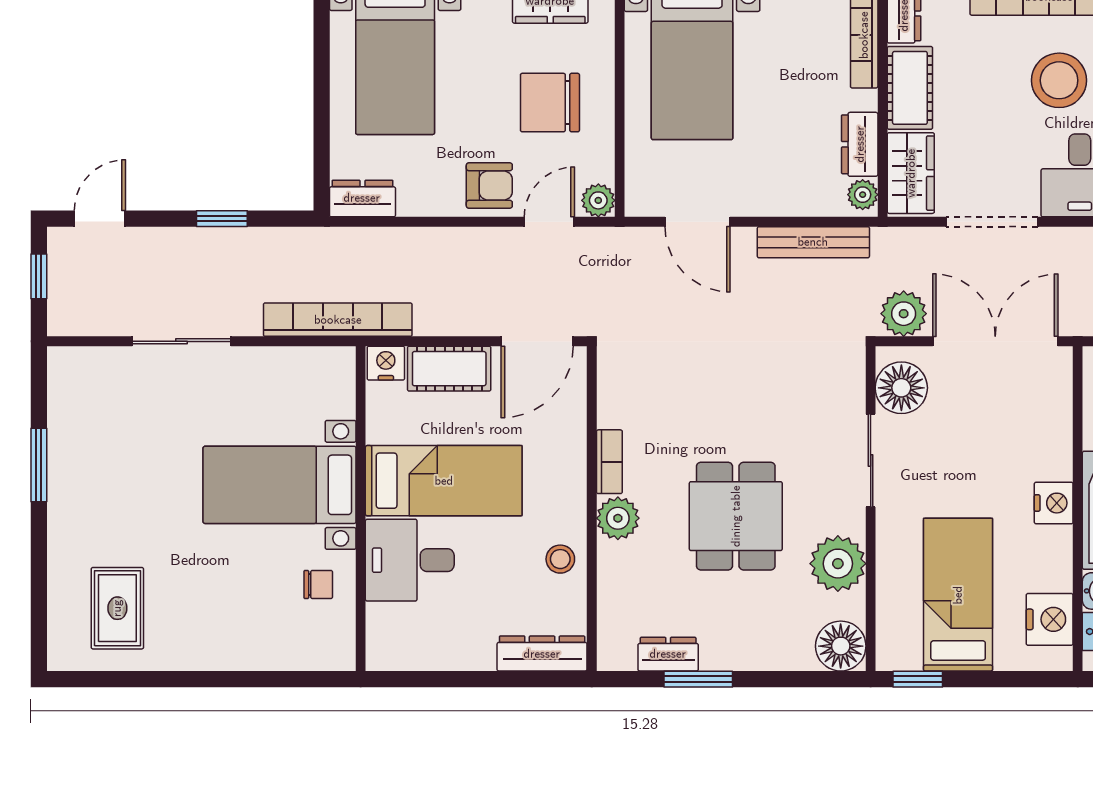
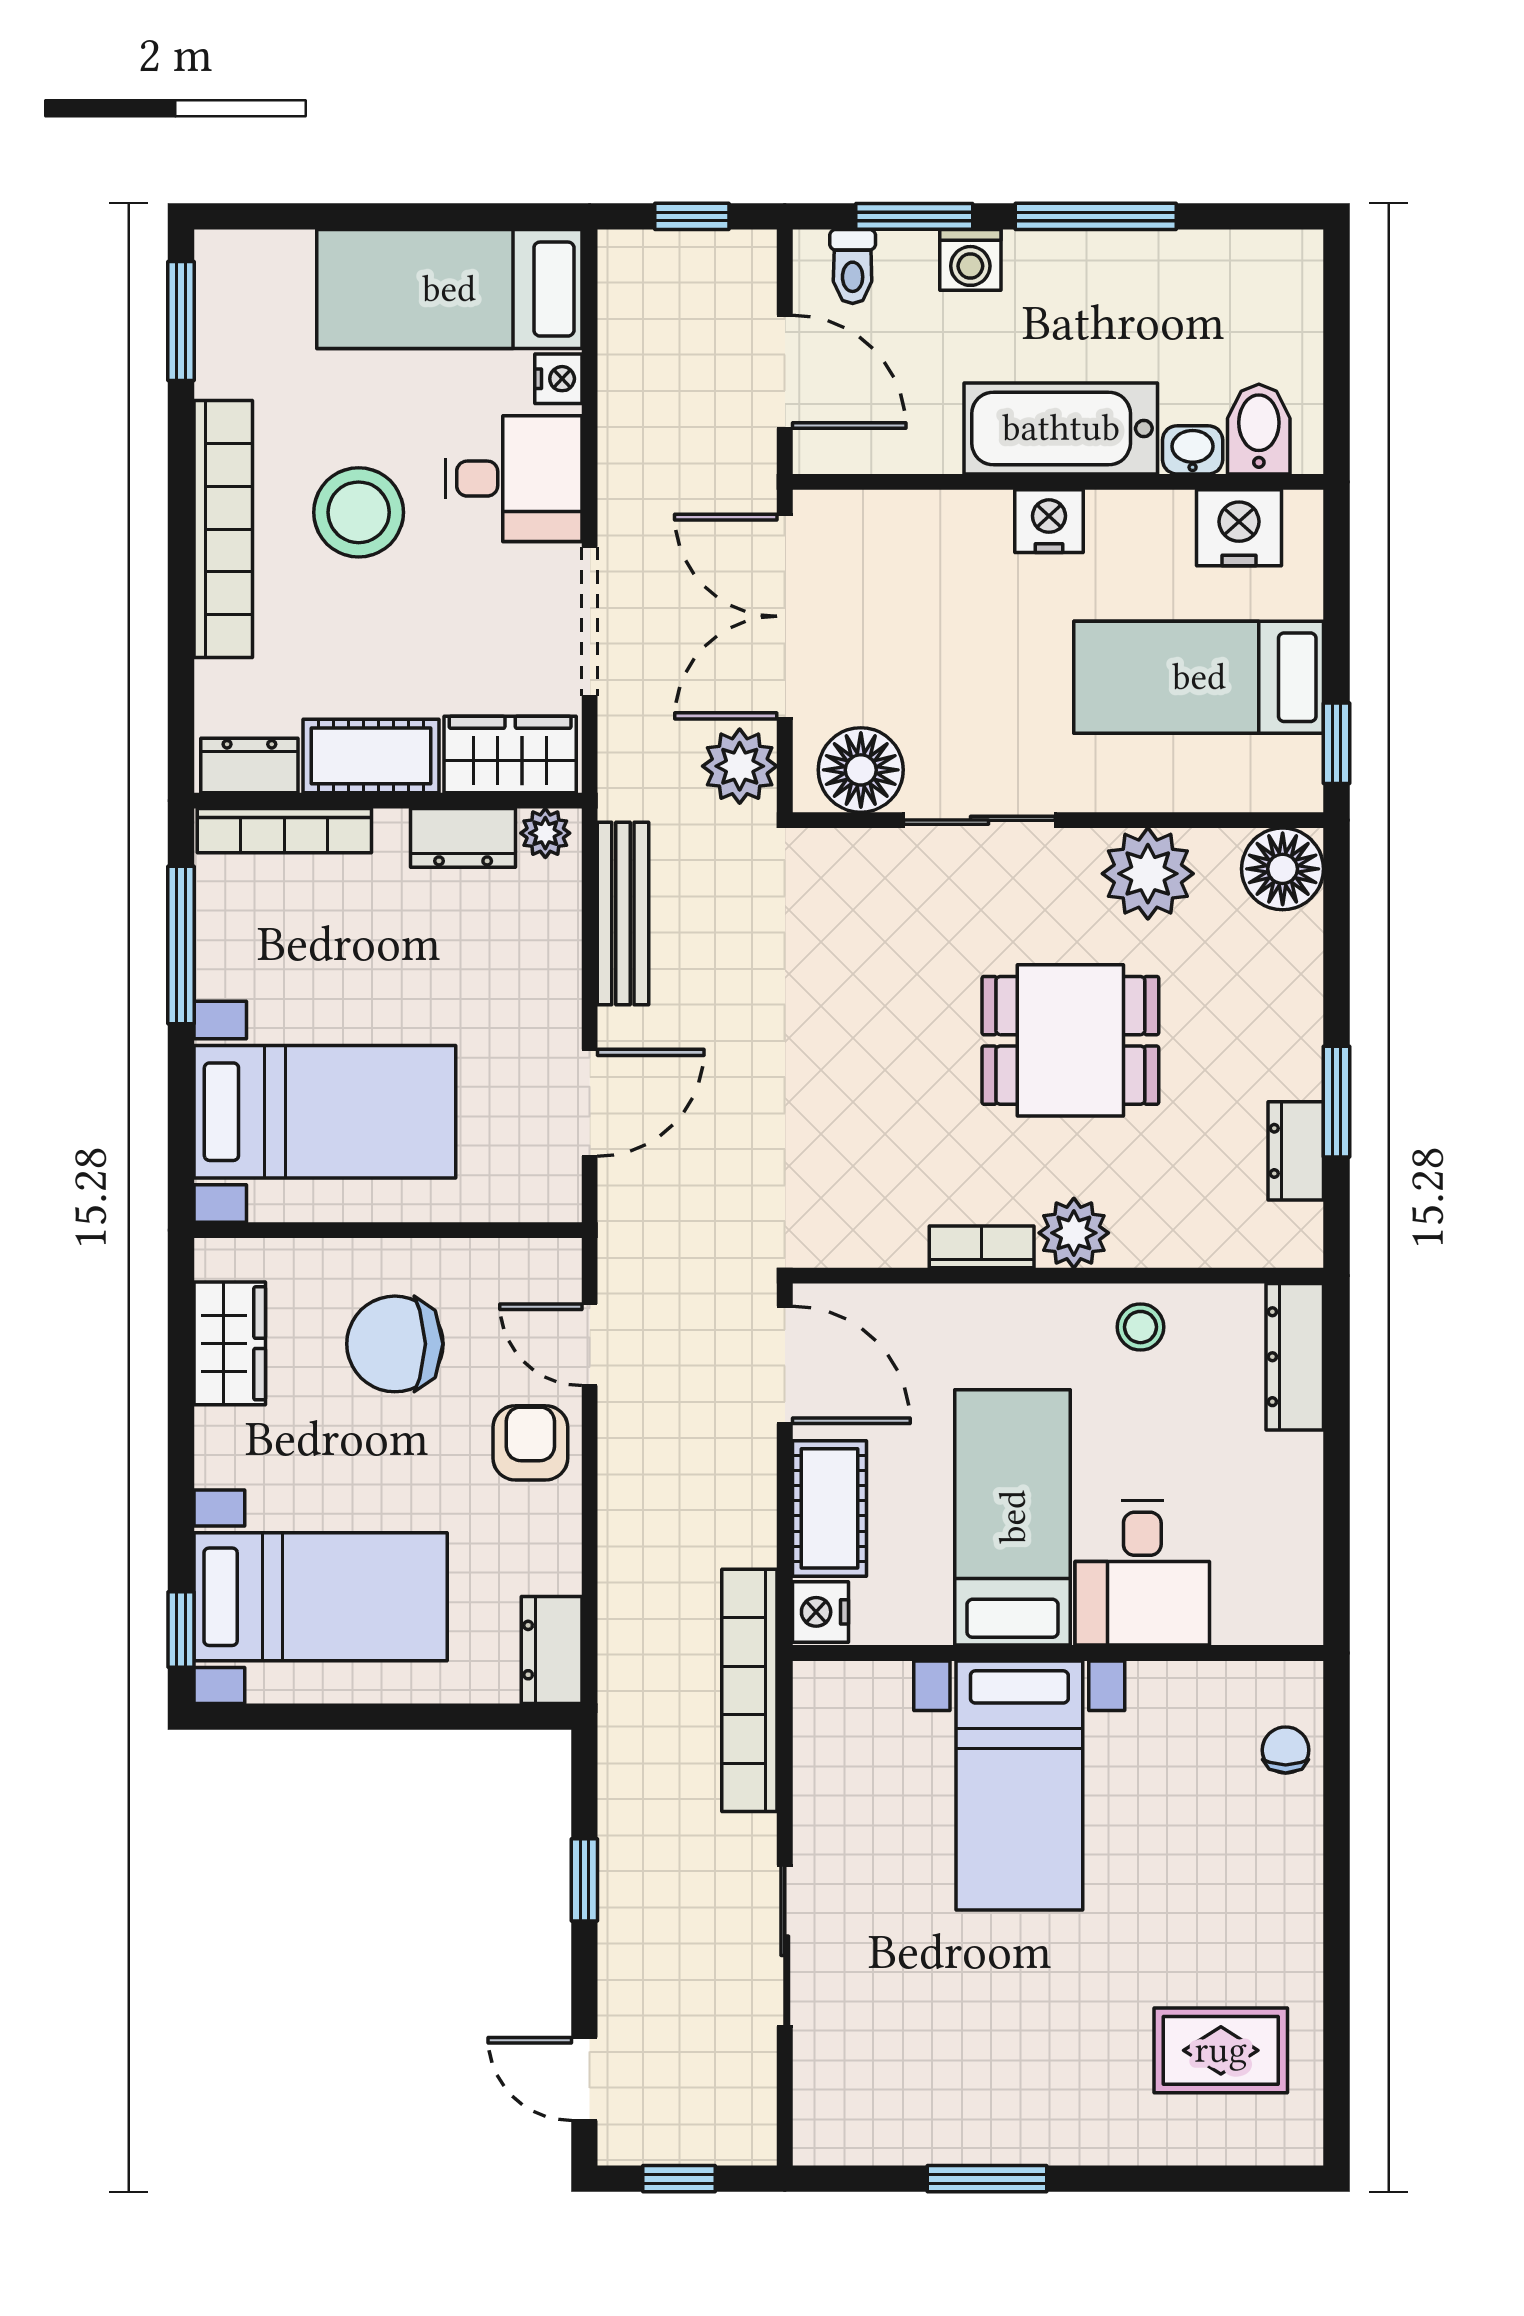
chair: (550, 103) -> (395, 1344), turned 90
plant: (598, 200) -> (555, 1265), removed
chair: (318, 584) -> (1286, 1750), moved

